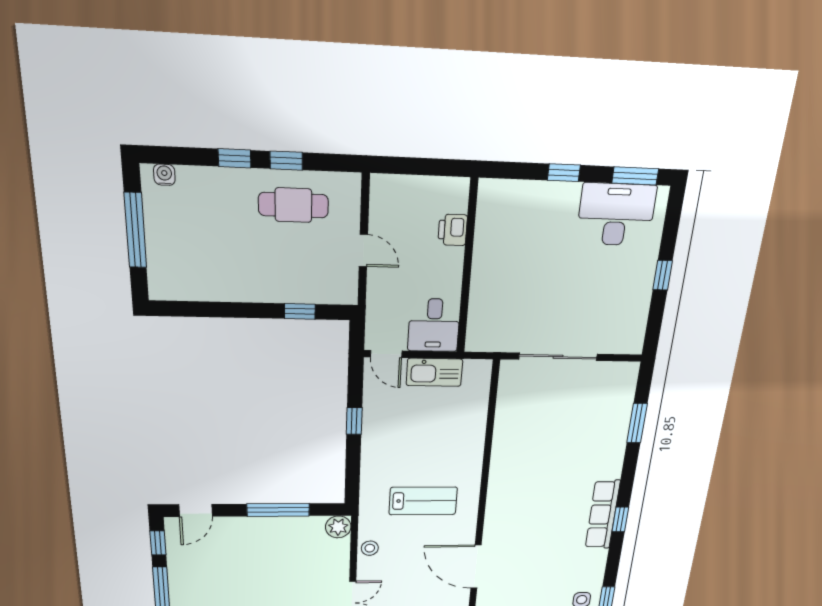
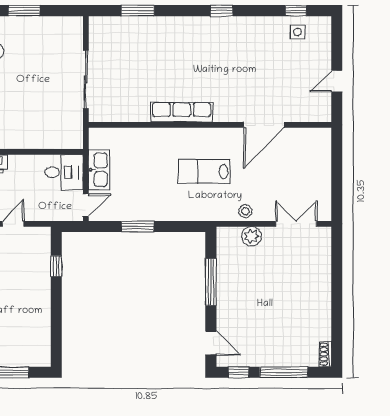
window: (663, 275) -> (24, 11), width x1.50
window: (354, 421) -> (138, 227), width x1.50
lab bench: (423, 501) -> (204, 171), turned -90
row of seats: (603, 515) -> (182, 112), moved, turned 180
plant: (338, 527) -> (251, 236), moved

